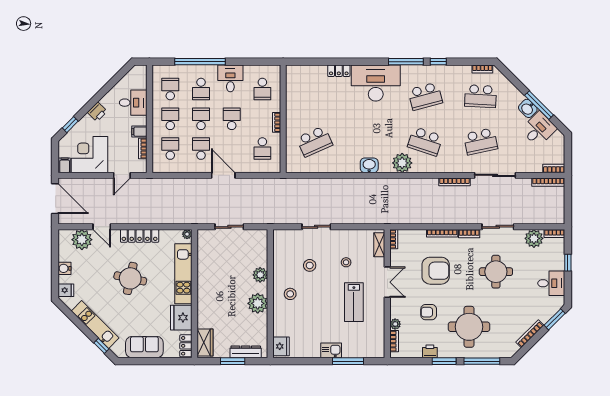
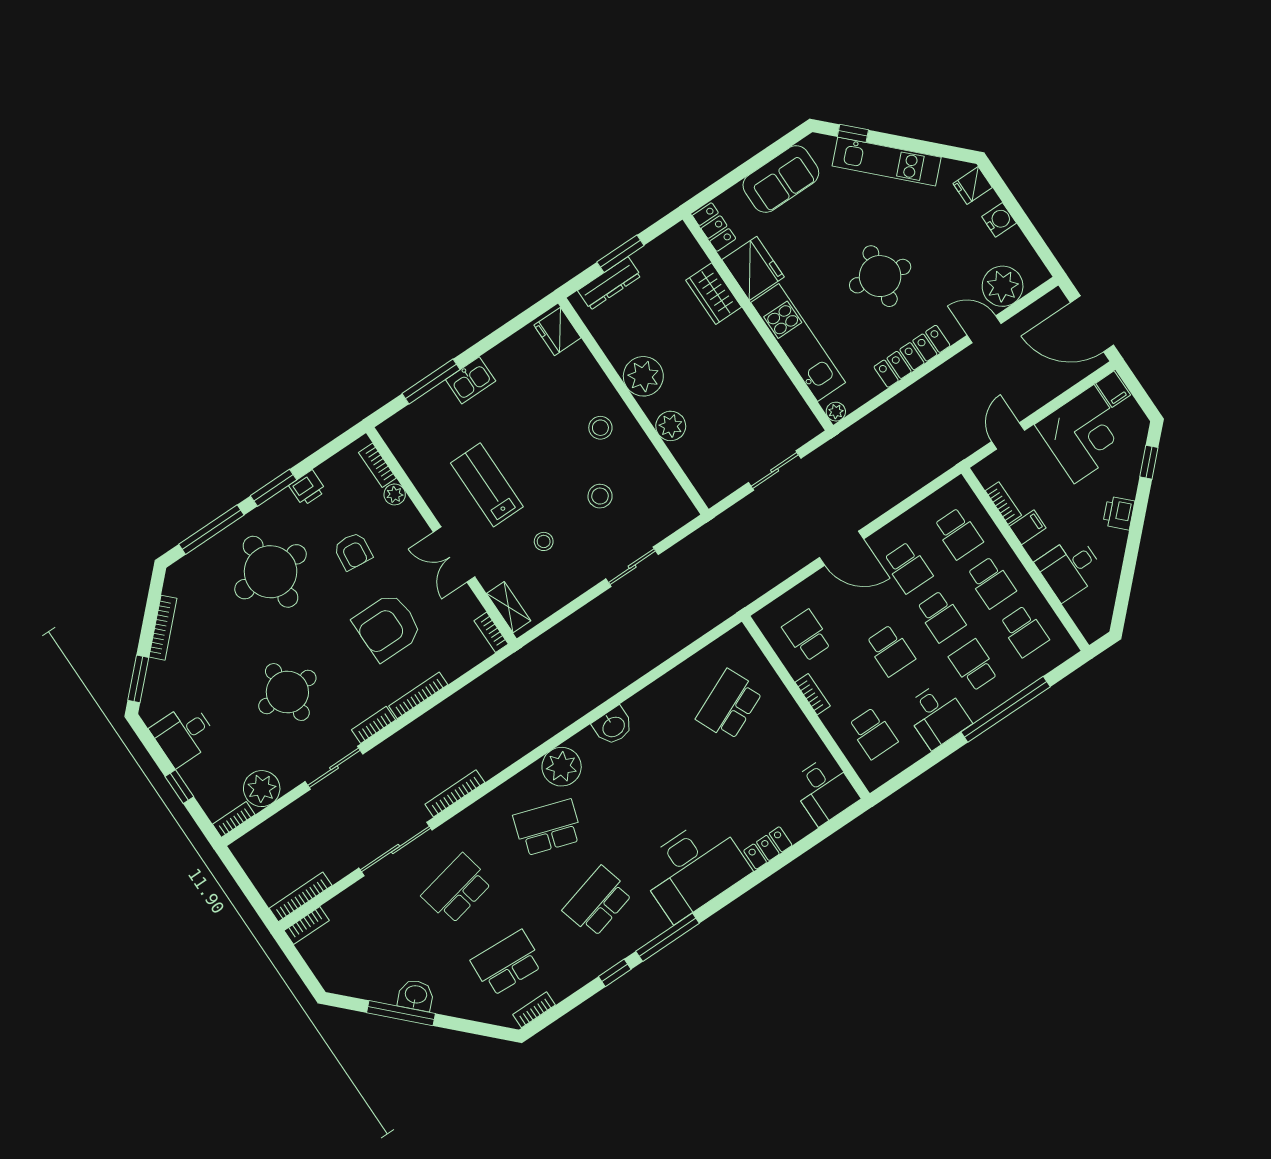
school desk: (262, 89) -> (873, 733), turned 180
desk: (539, 129) -> (824, 790), moved, turned -45
armchair: (429, 312) -> (353, 551), turned 96
wardrobe: (205, 343) -> (714, 294), moved

